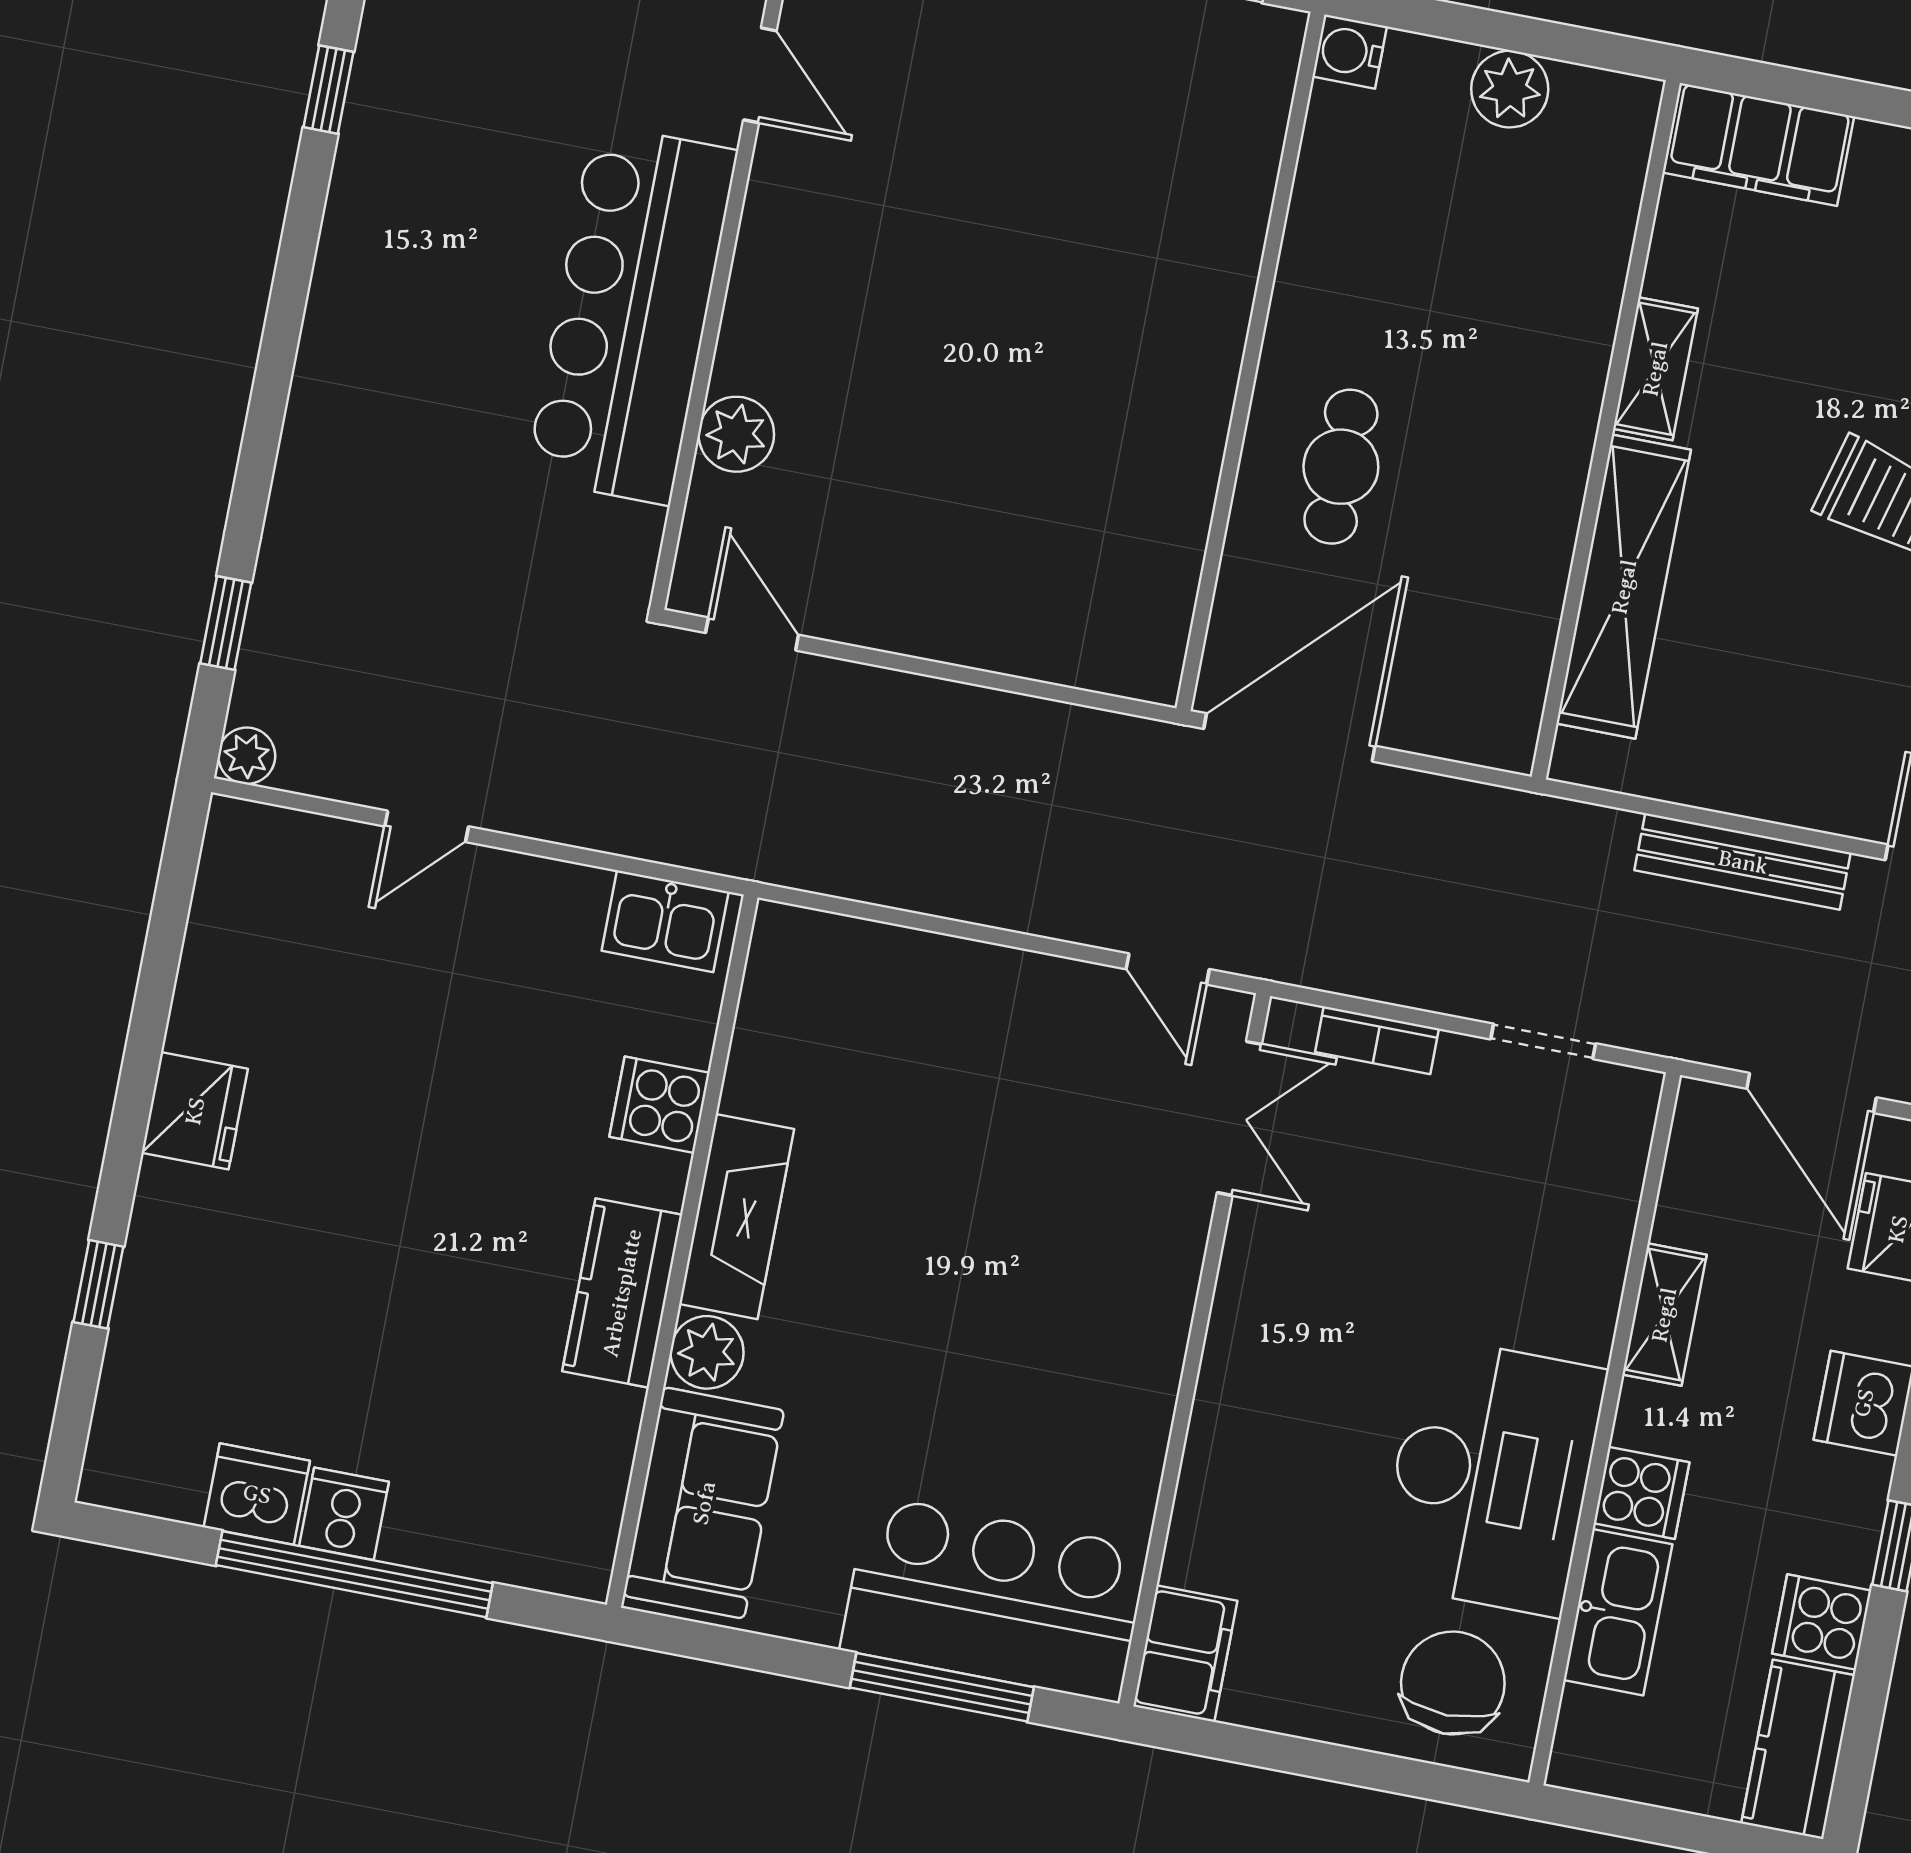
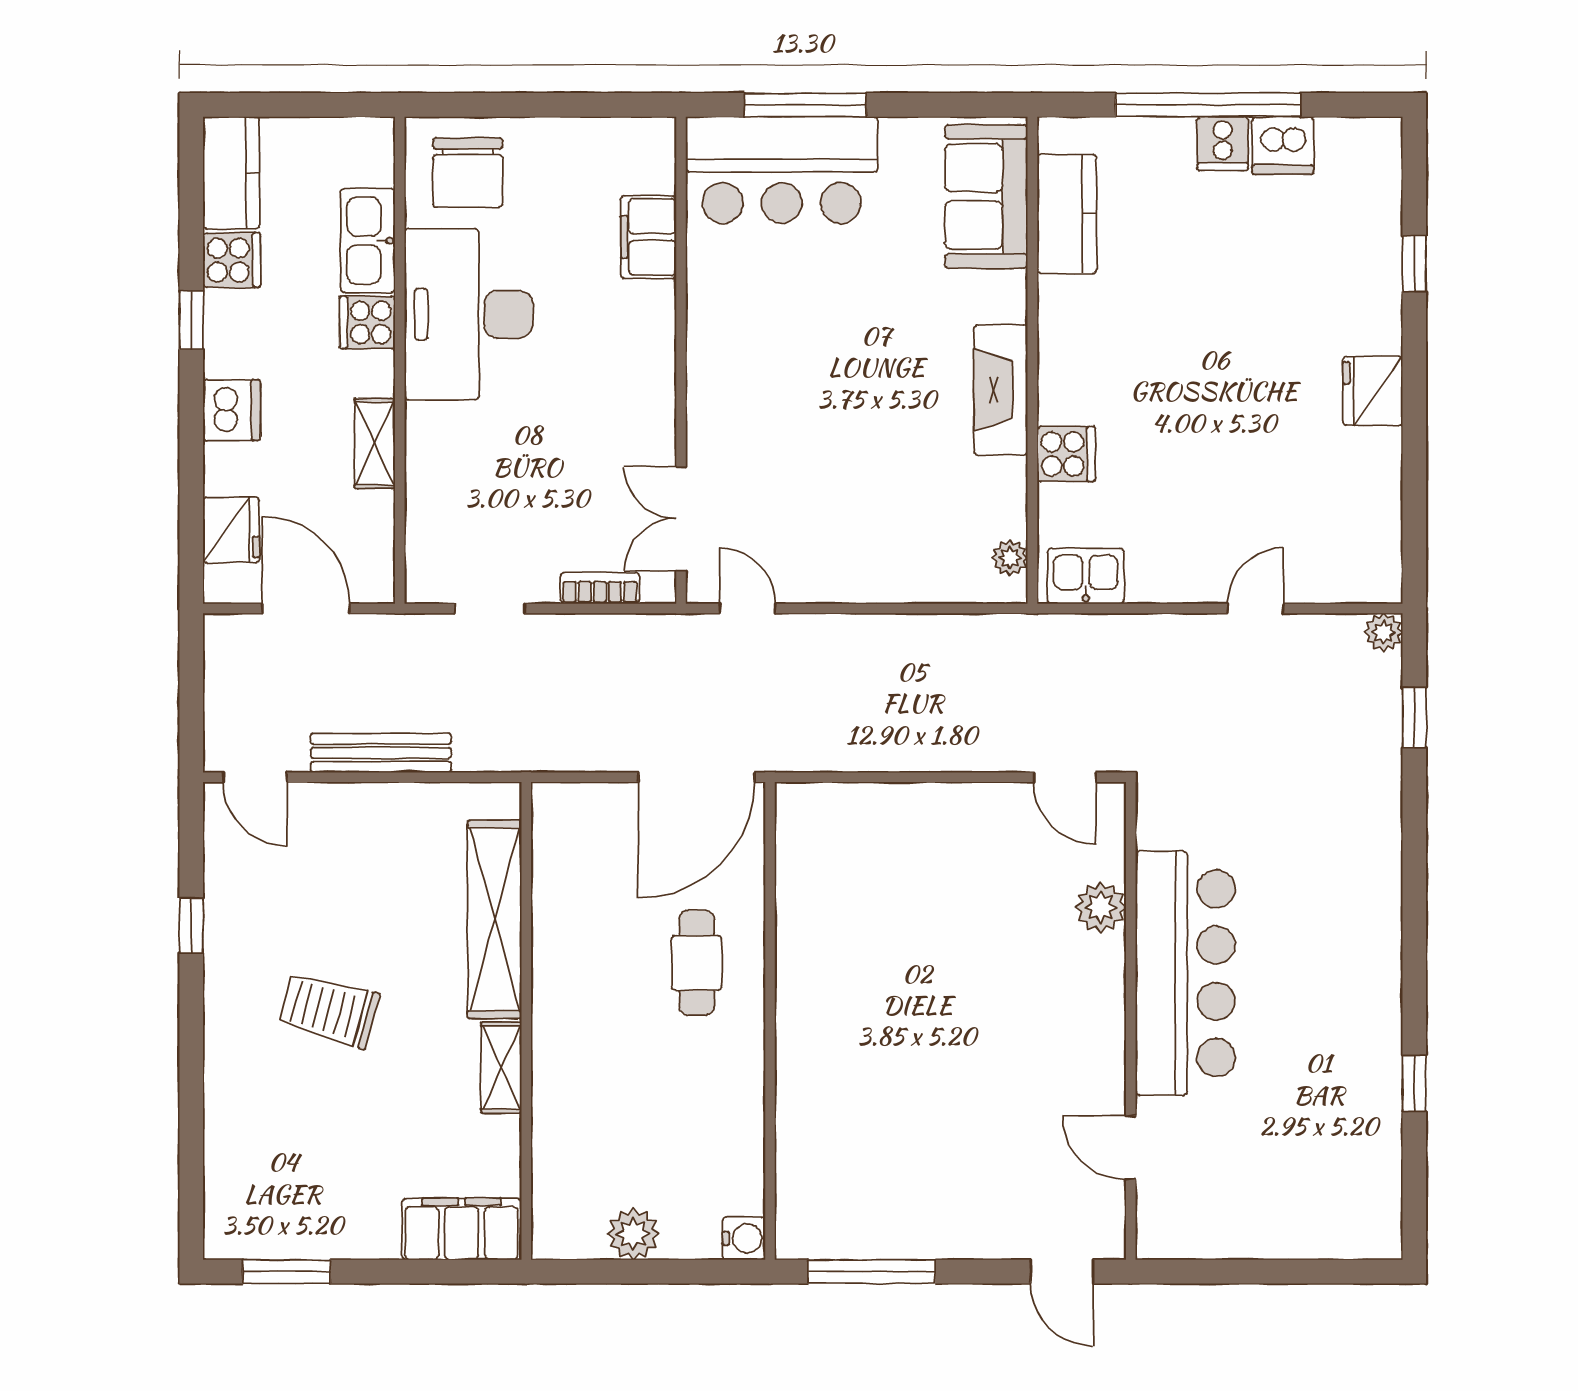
kitchen counter: (622, 1293) -> (1067, 214), moved
plant: (707, 1352) -> (1010, 558), moved, width x0.73, depth x0.73
filing cabinet: (1185, 1654) -> (649, 237), moved

